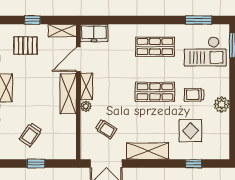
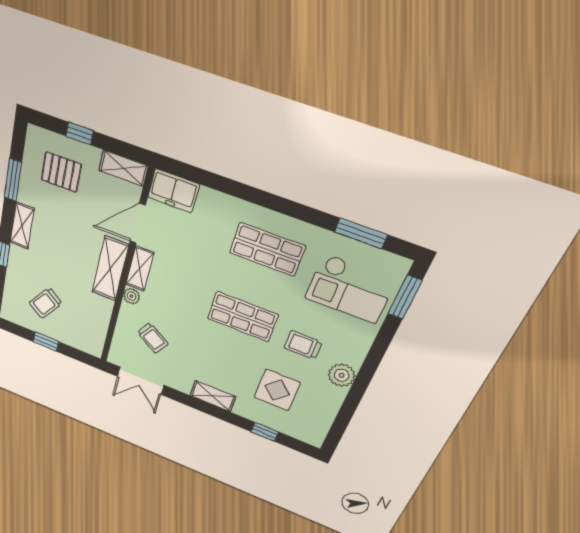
shelving: (148, 151) -> (213, 396), width x0.67, depth x0.75

